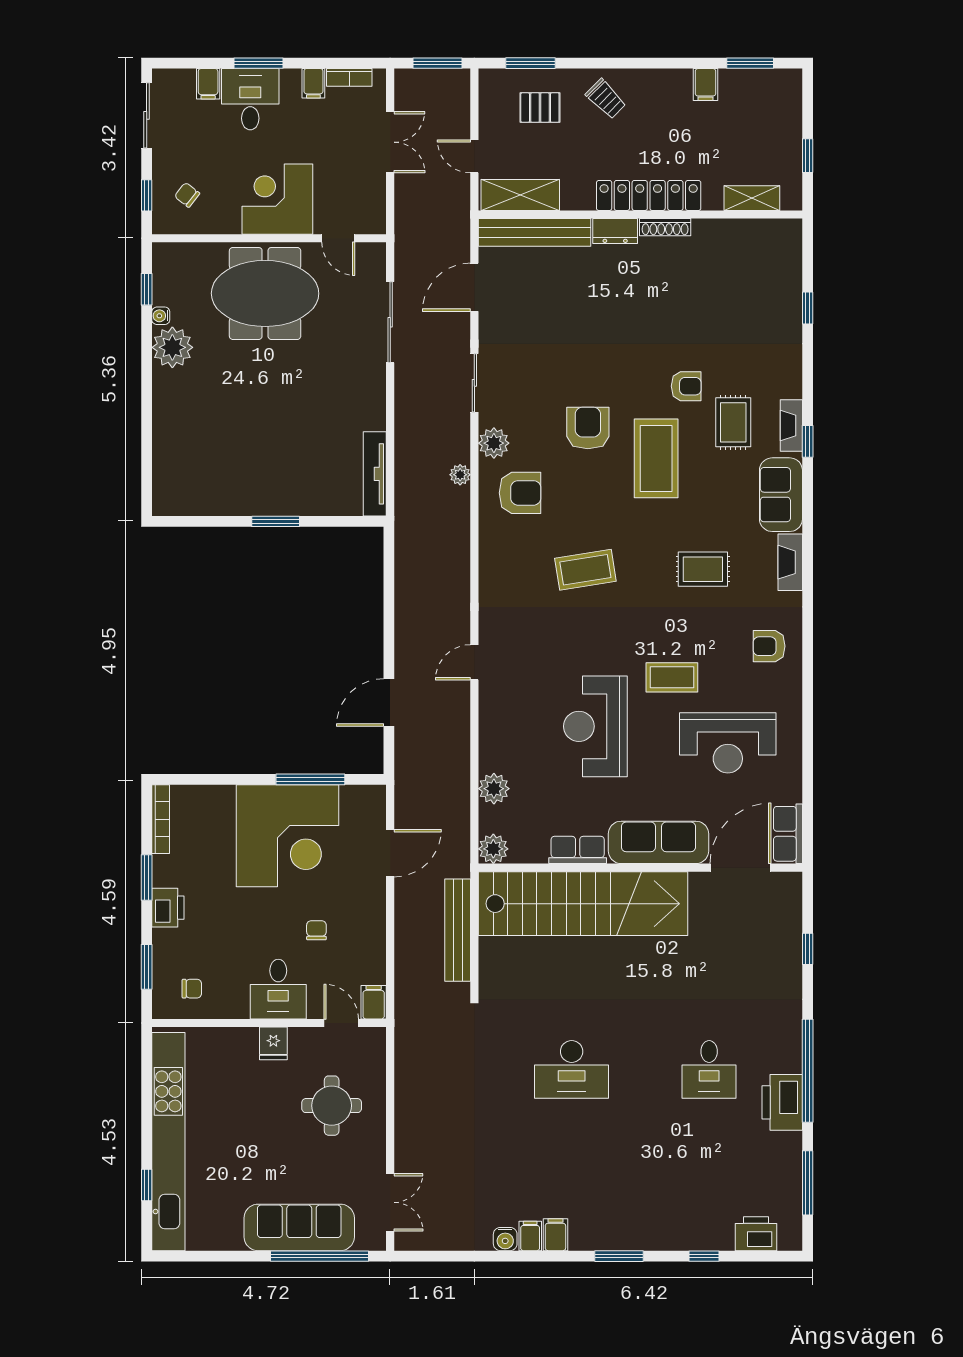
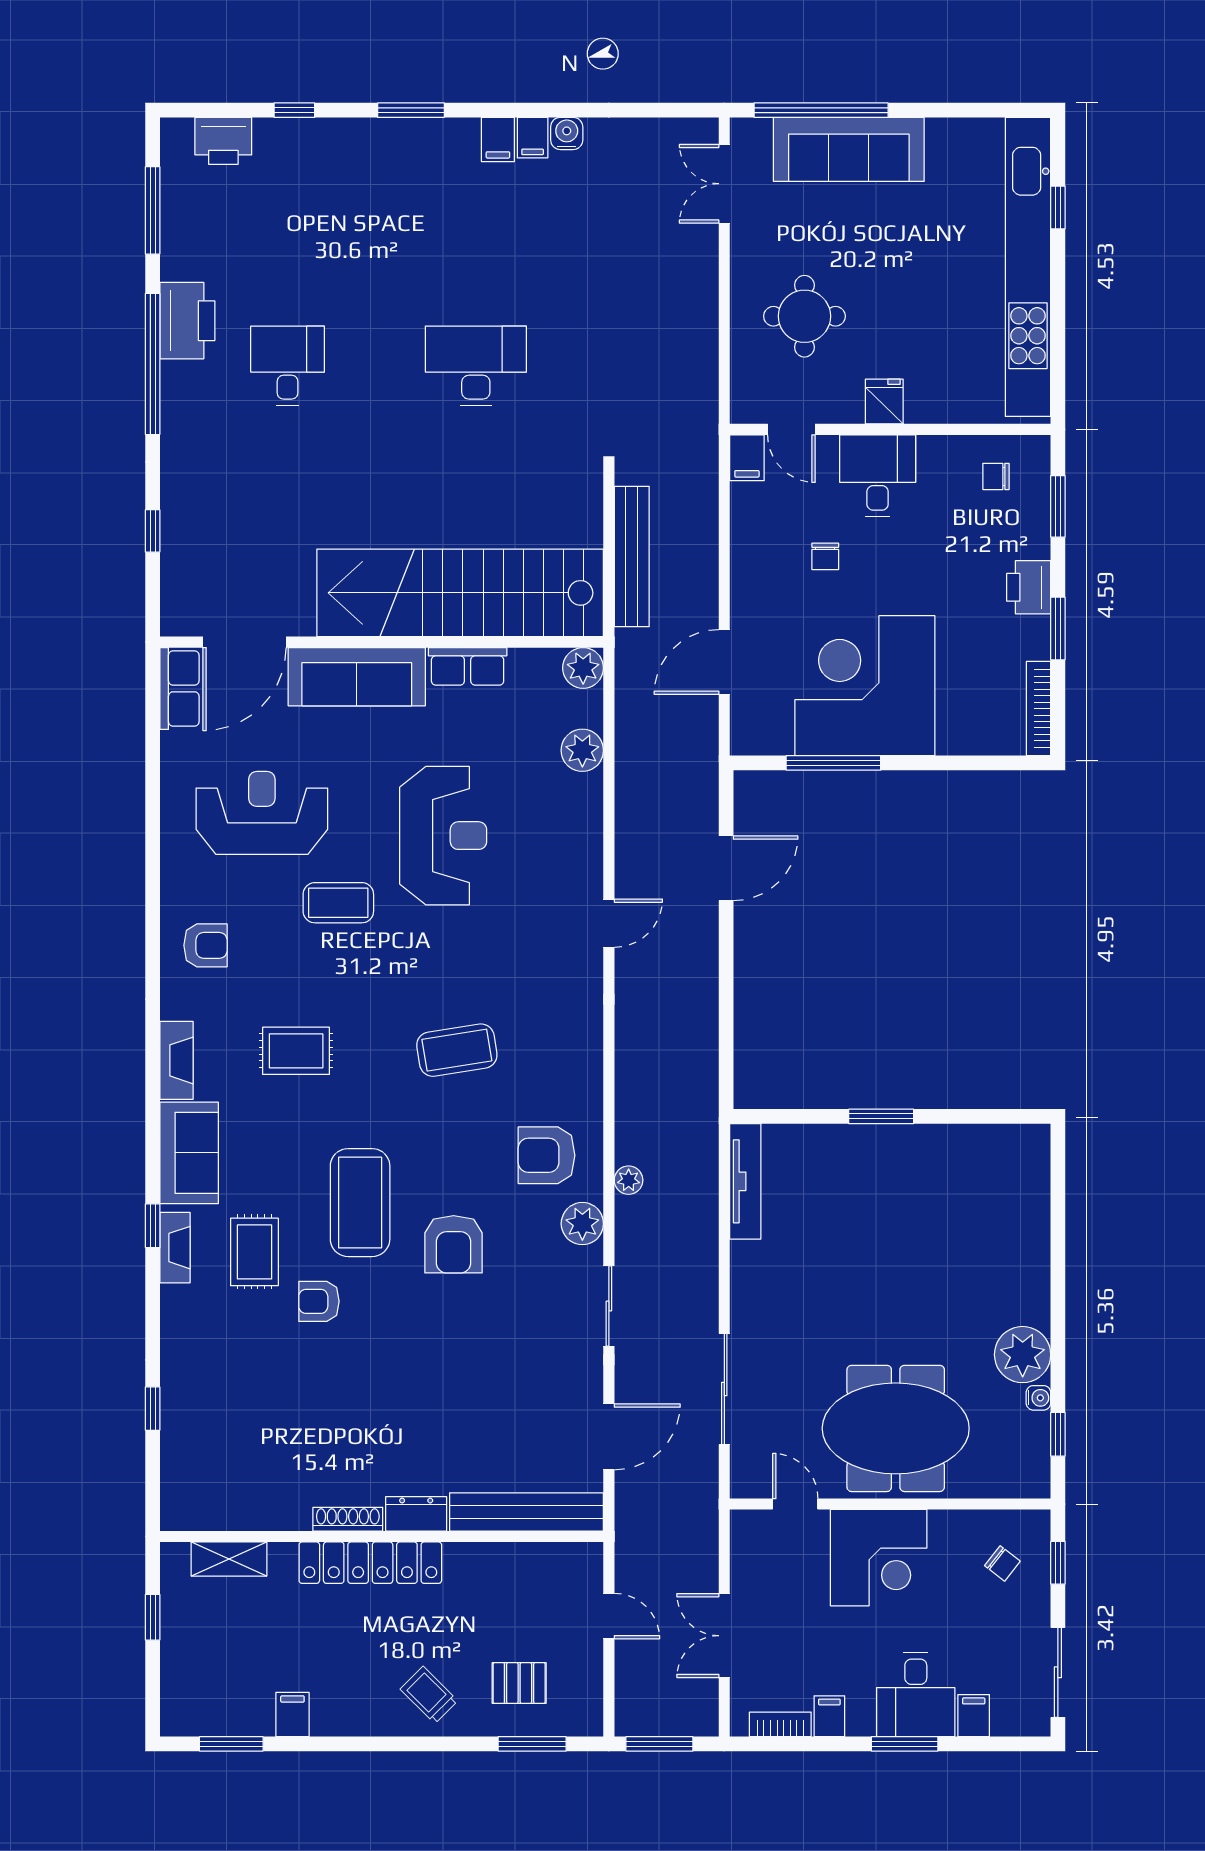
shelving: (520, 195) -> (546, 1563), removed

